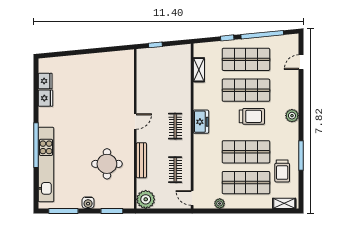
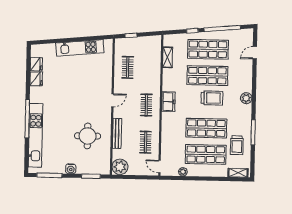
kitchen unit: (96, 61) -> (80, 48), added
clothes rail: (152, 83) -> (128, 67), added

